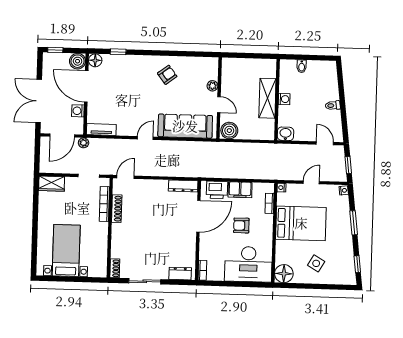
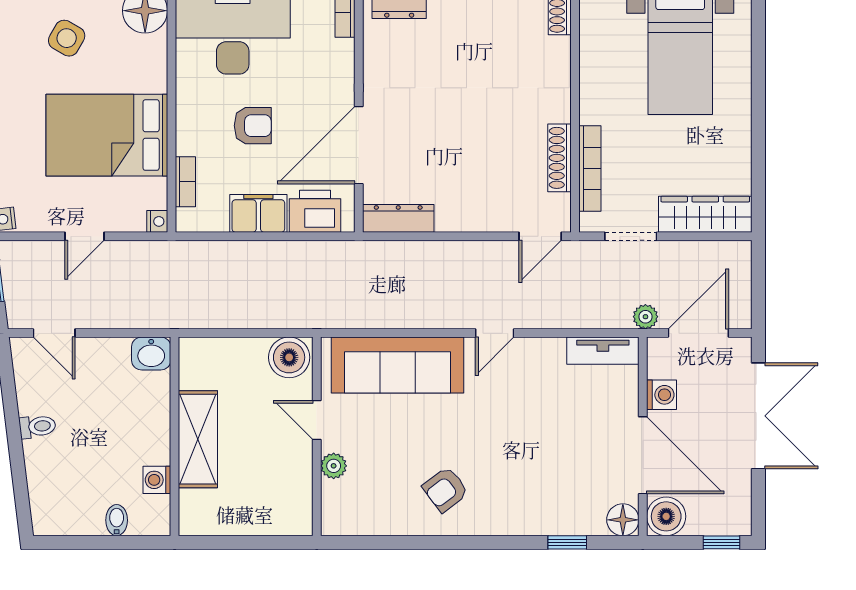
washing machine: (284, 99) -> (157, 480), moved
wardrobe: (52, 184) -> (705, 214), width x1.50

